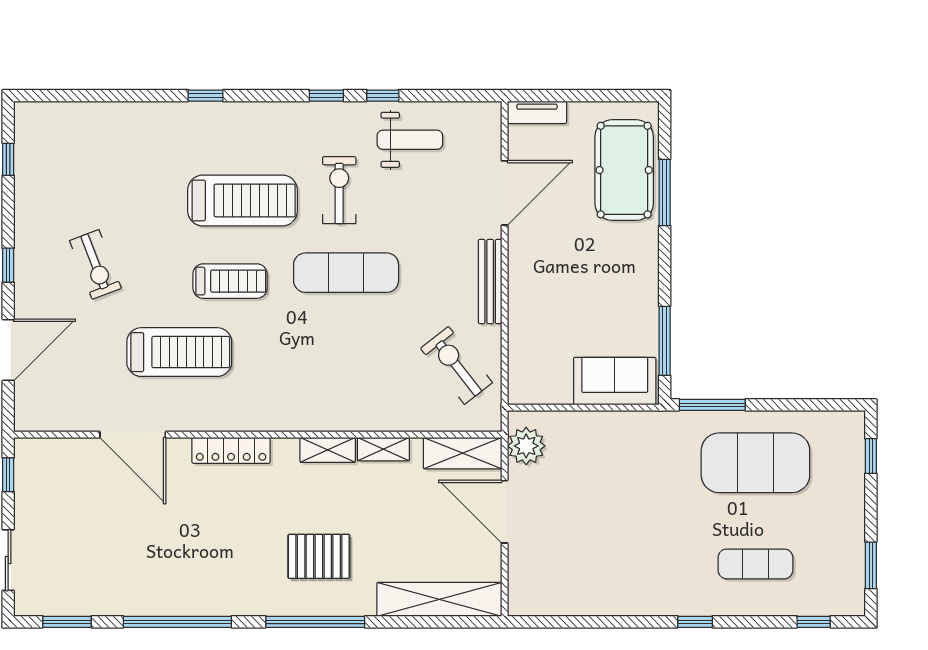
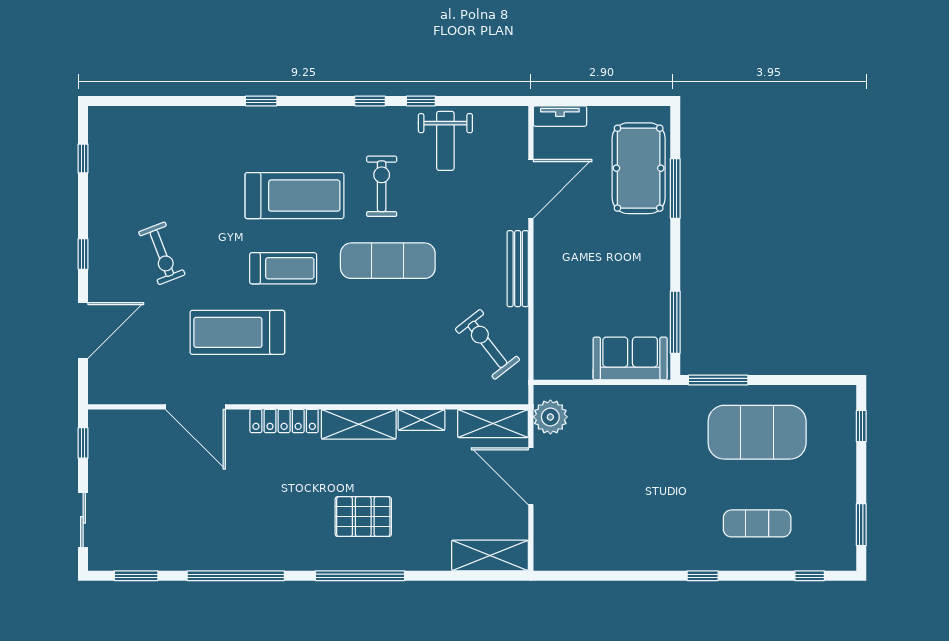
weight bench: (410, 140) -> (445, 141), turned 90
treadmill: (179, 352) -> (237, 332), turned 180
shelving: (328, 450) -> (359, 424), width x1.50, depth x1.33
shelving: (439, 599) -> (490, 555), width x0.68

